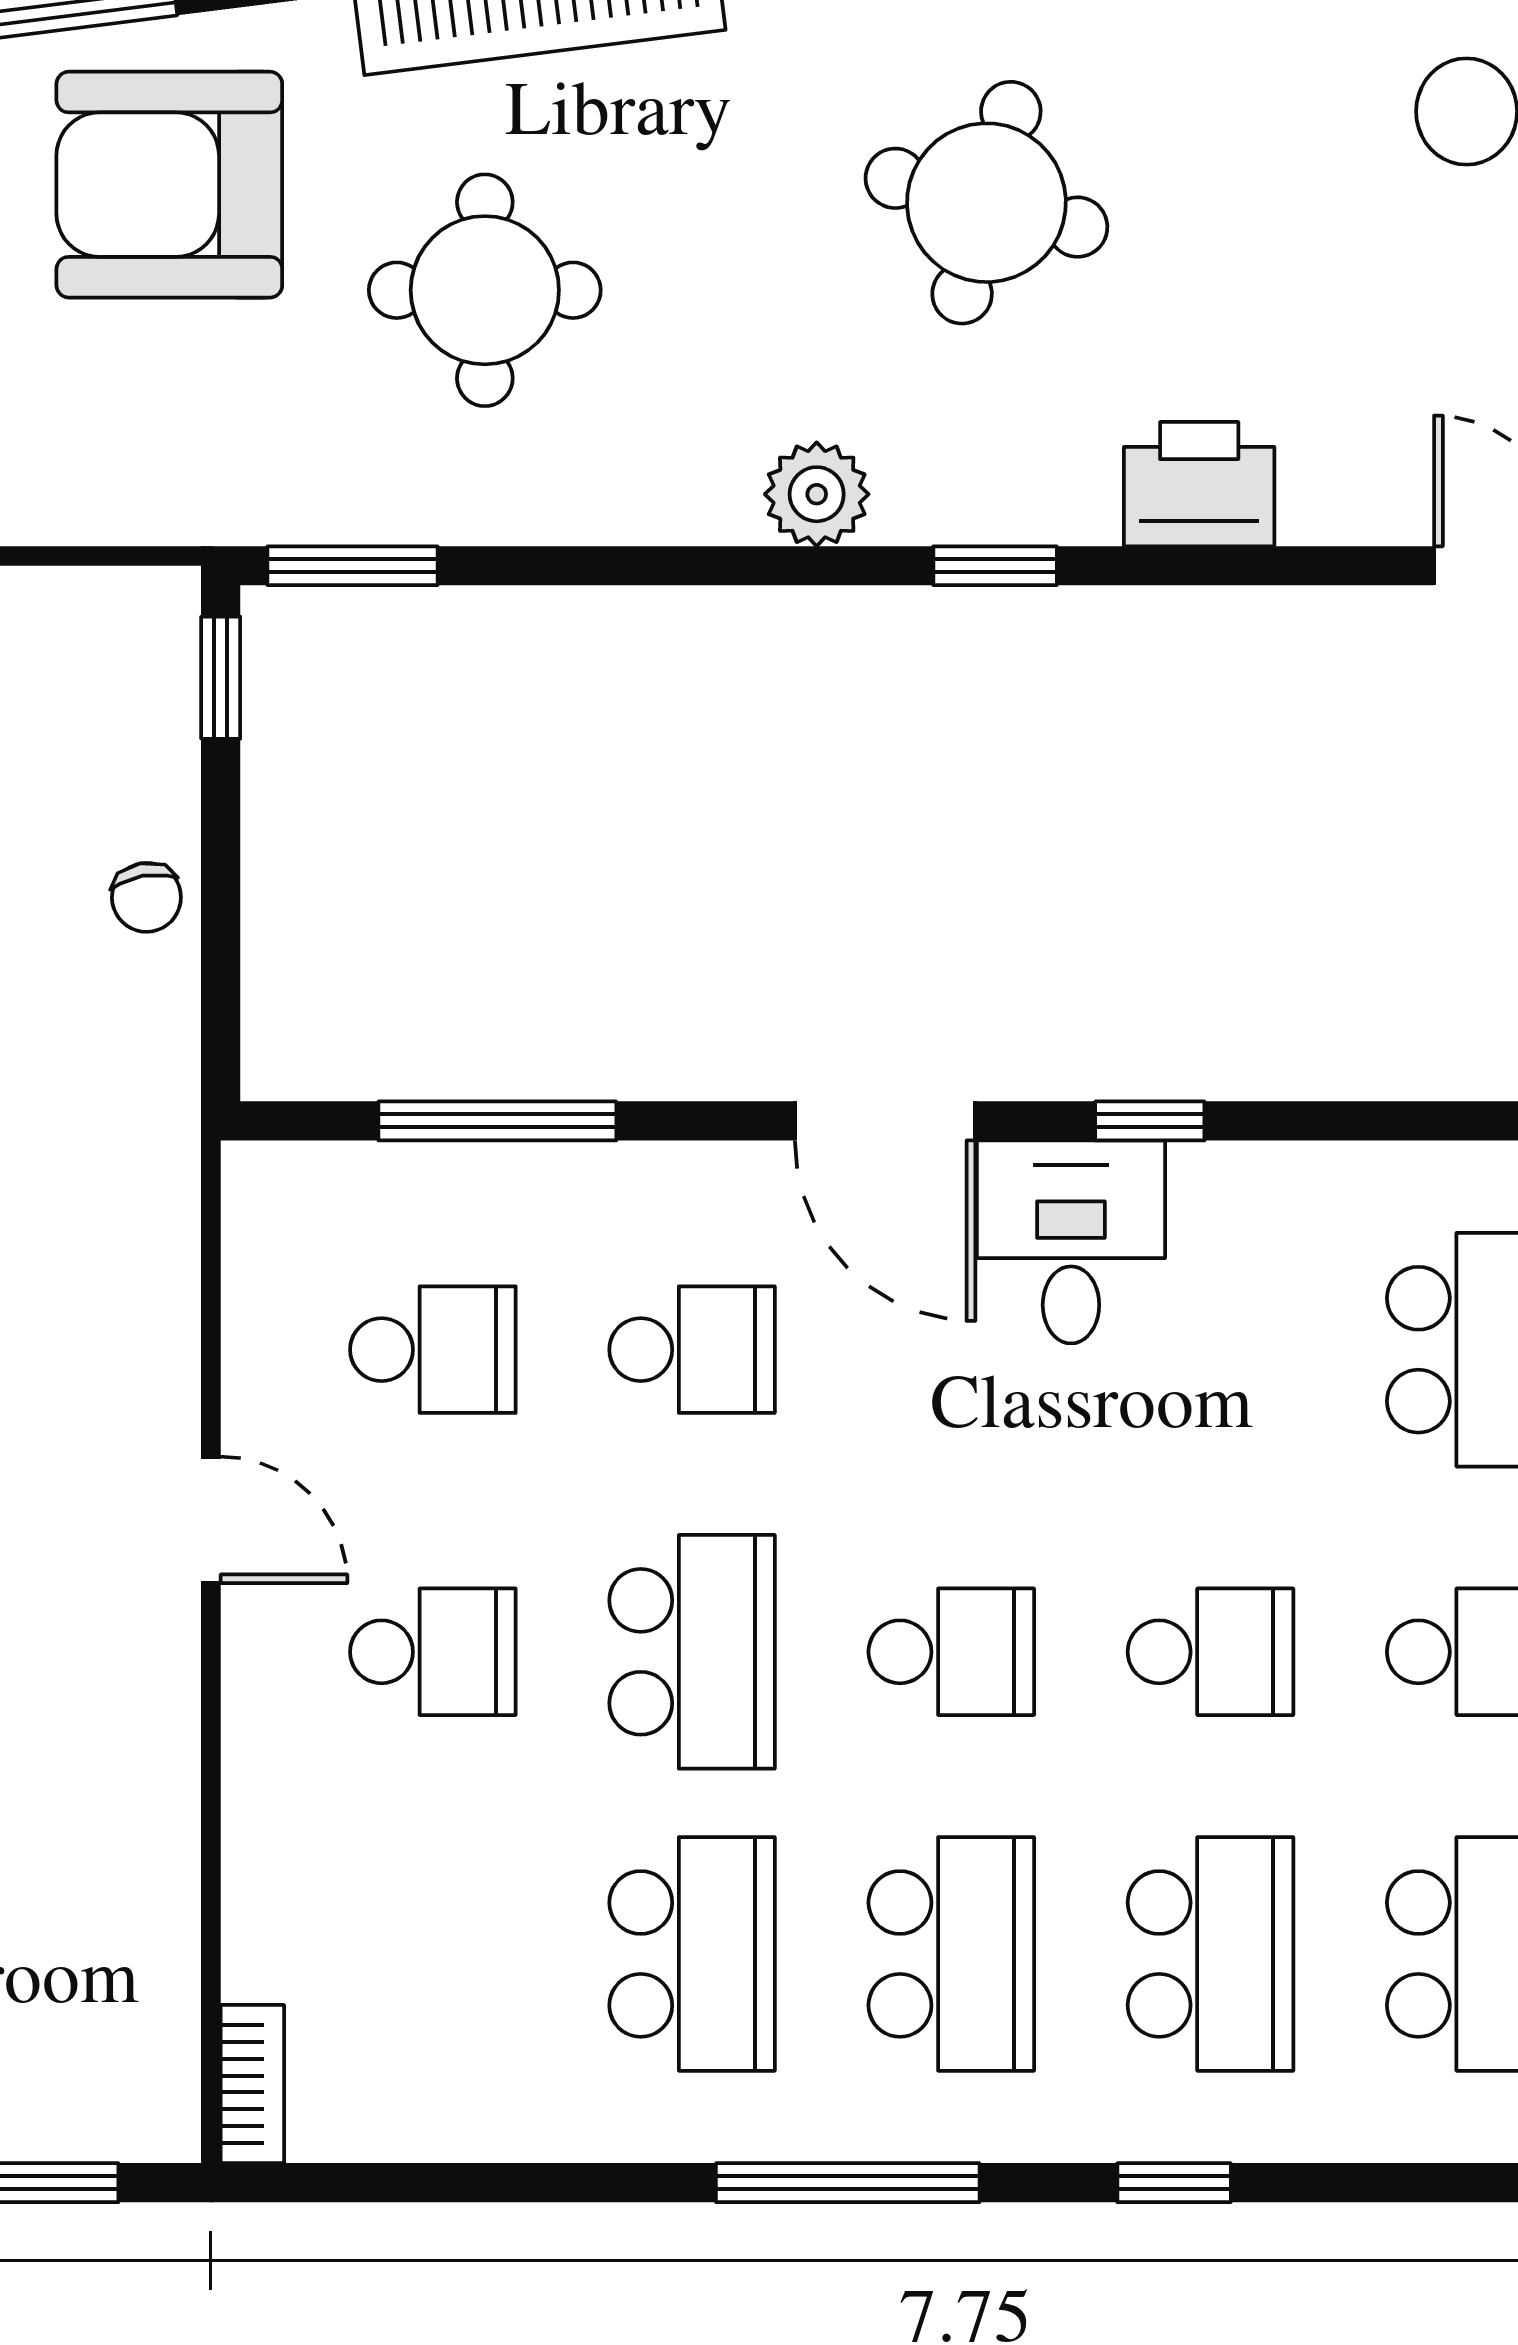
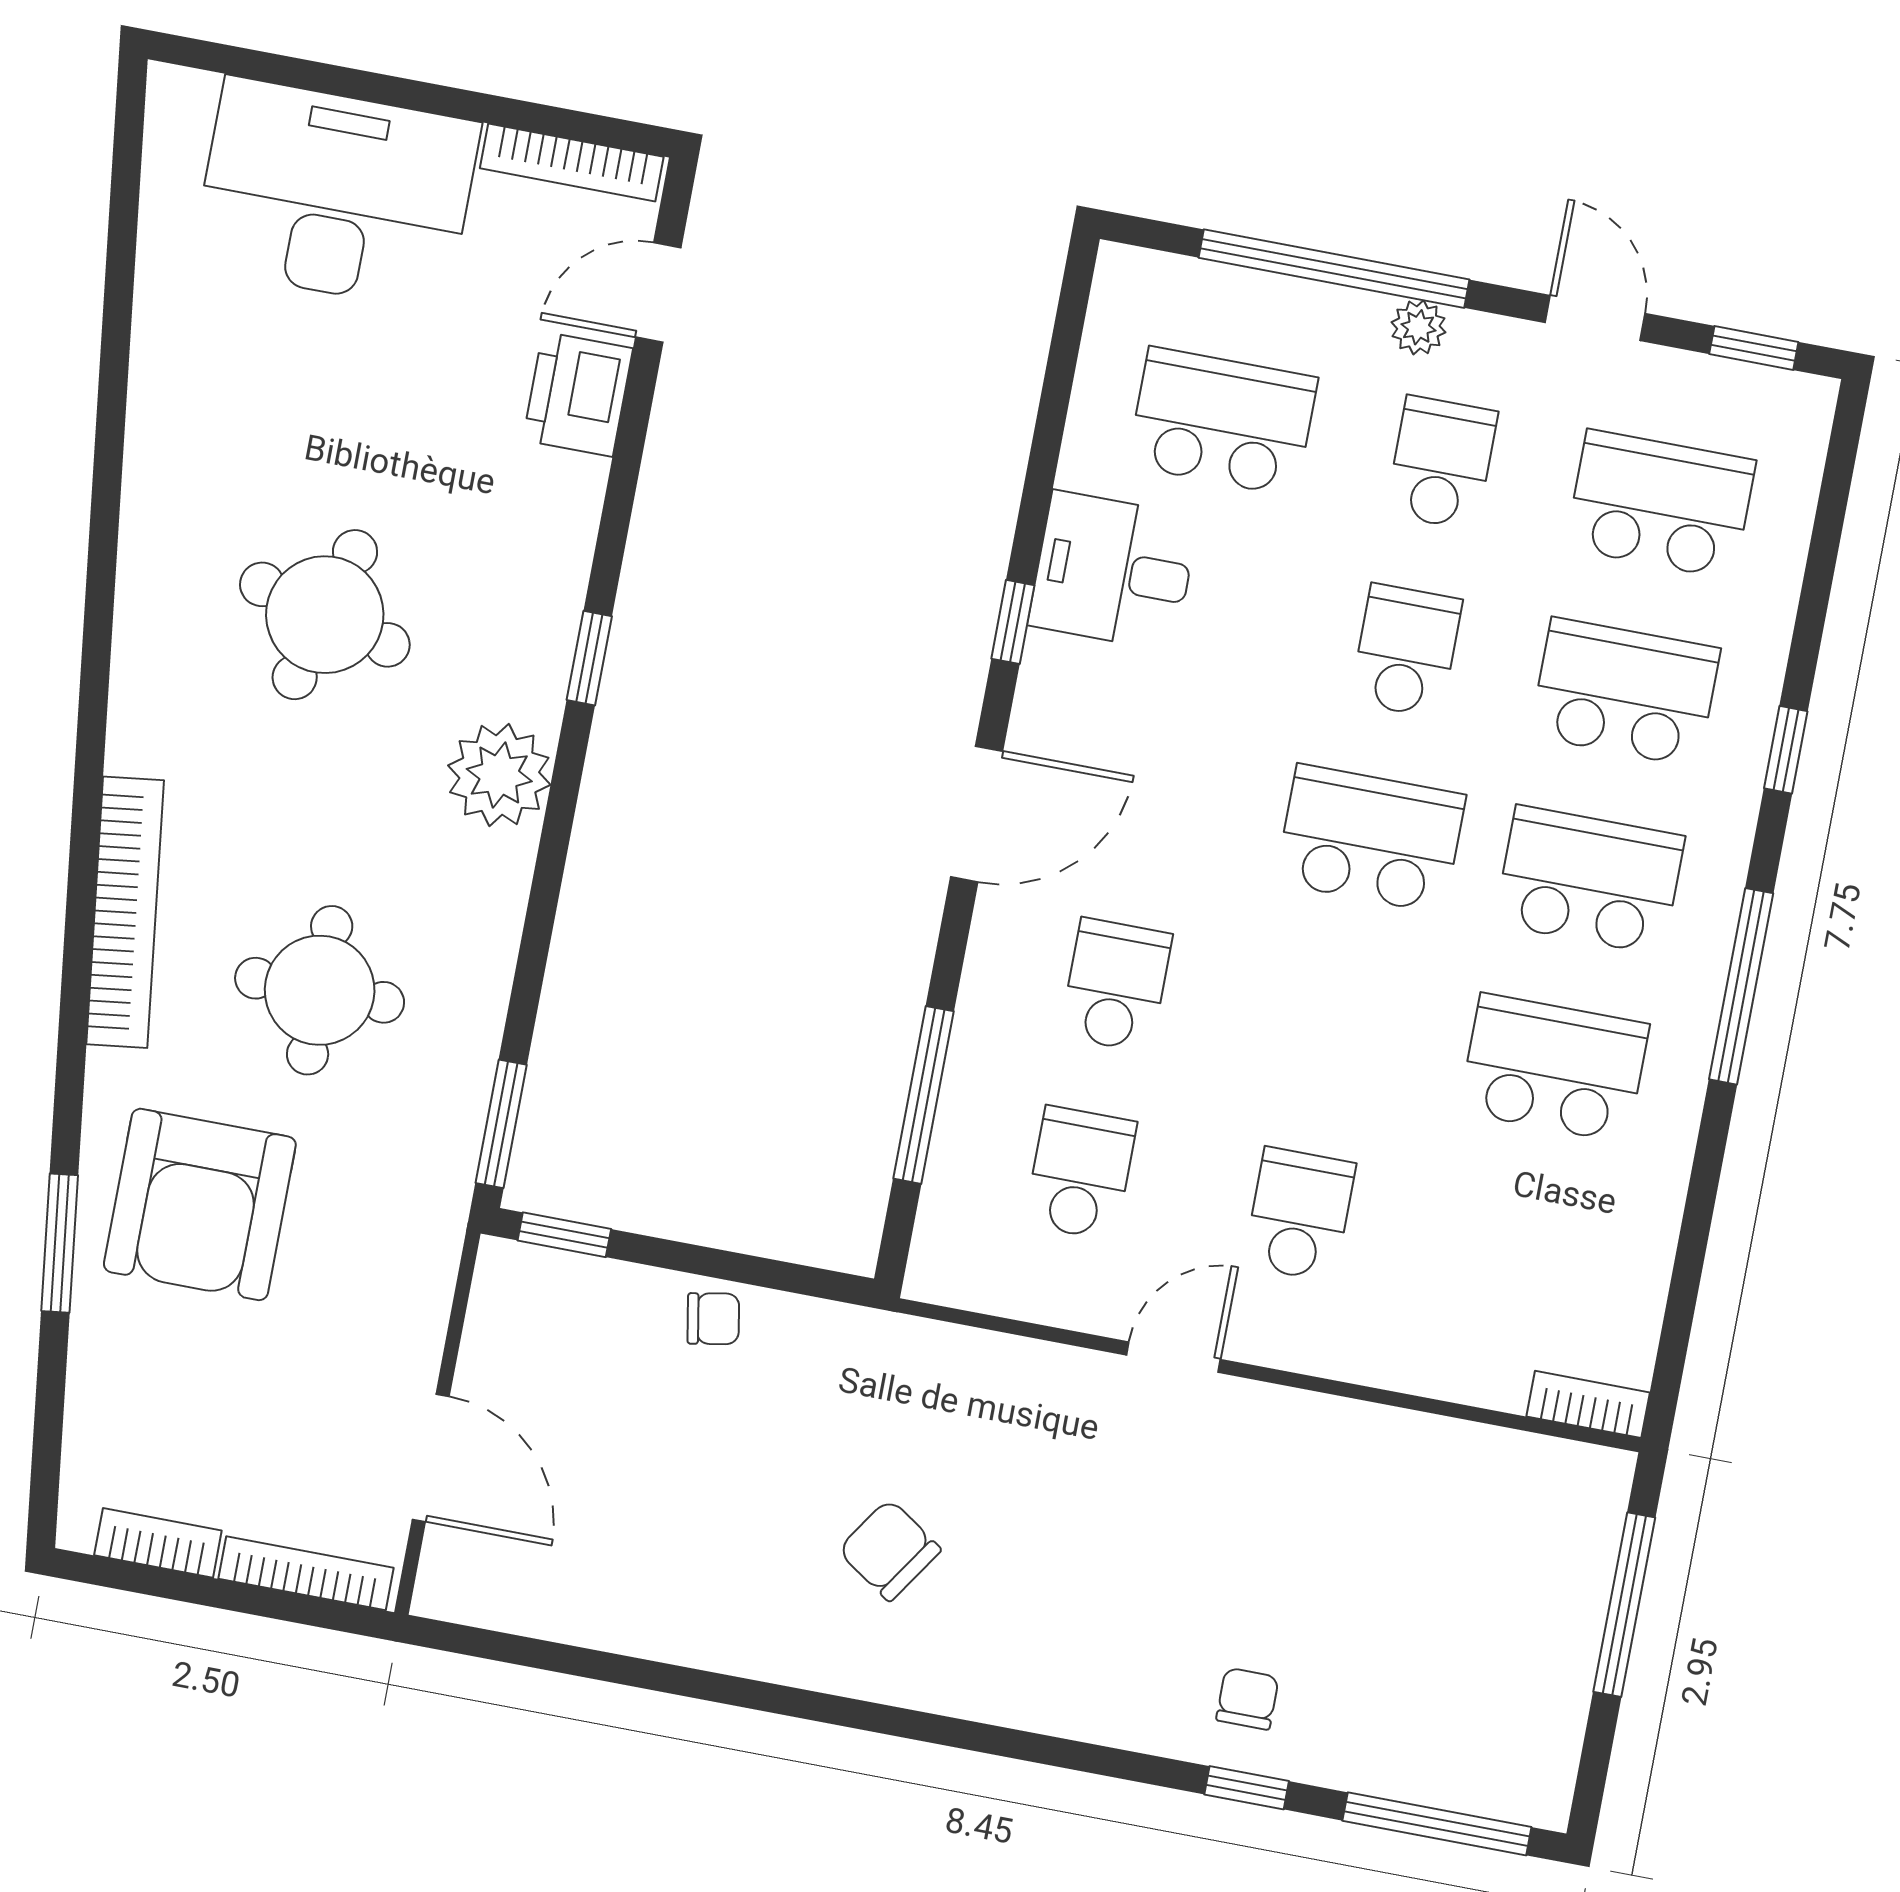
printer: (1199, 484) -> (578, 394), moved
plant: (817, 494) -> (499, 775), width x1.36, depth x1.36
desk: (1071, 1242) -> (1113, 571), moved
school desk: (692, 1652) -> (1335, 1027), removed
school desk: (951, 1652) -> (1370, 839), width x1.85

